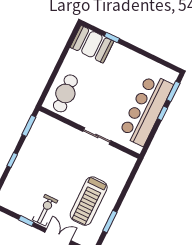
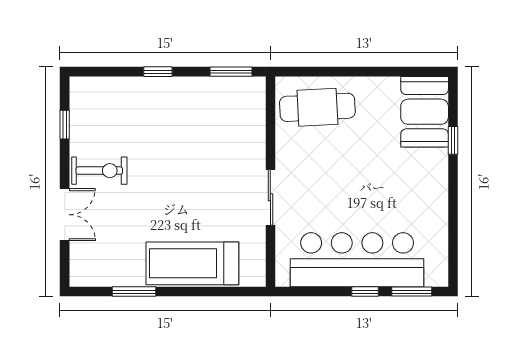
treadmill: (89, 201) -> (192, 263), moved
window: (26, 221) -> (65, 125), moved

